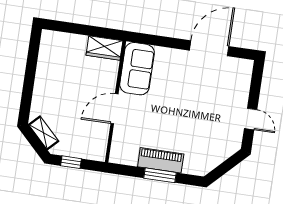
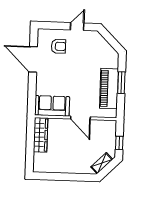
wardrobe: (104, 48) -> (41, 135), width x1.50
armchair: (224, 88) -> (58, 46), added
piano: (161, 160) -> (109, 89), width x1.37, depth x1.33

